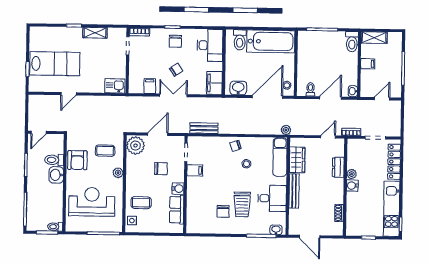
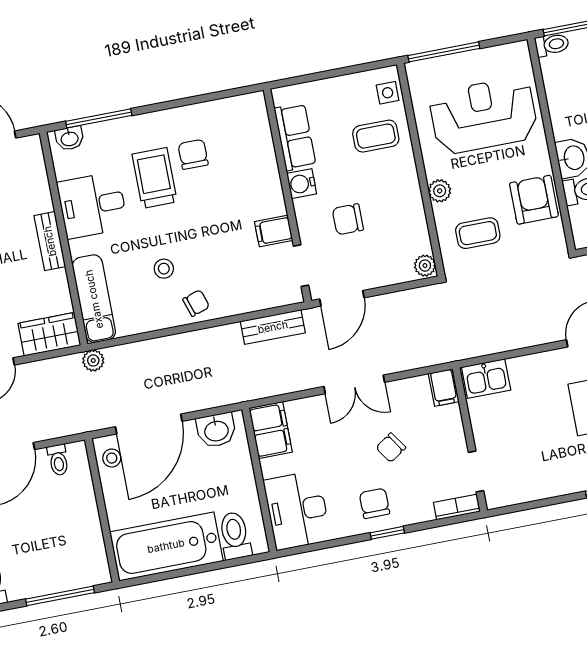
shelving: (95, 33) -> (553, 485), removed
chair: (176, 70) -> (391, 448), moved
filing cabinet: (150, 86) -> (444, 388), moved
door: (158, 134) -> (342, 298), moved
plant: (135, 145) -> (425, 266), width x0.53, depth x0.53
wardrobe: (297, 160) -> (49, 334), moved, turned 90
bench: (294, 191) -> (50, 241), width x0.73
reception desk: (92, 202) -> (483, 115), turned 180

